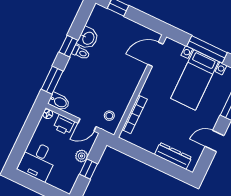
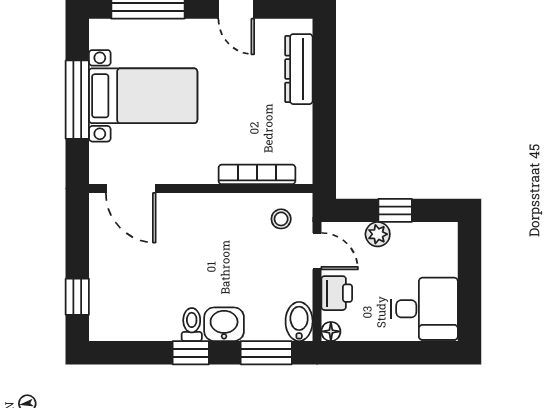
washbasin: (88, 38) -> (224, 324), moved

